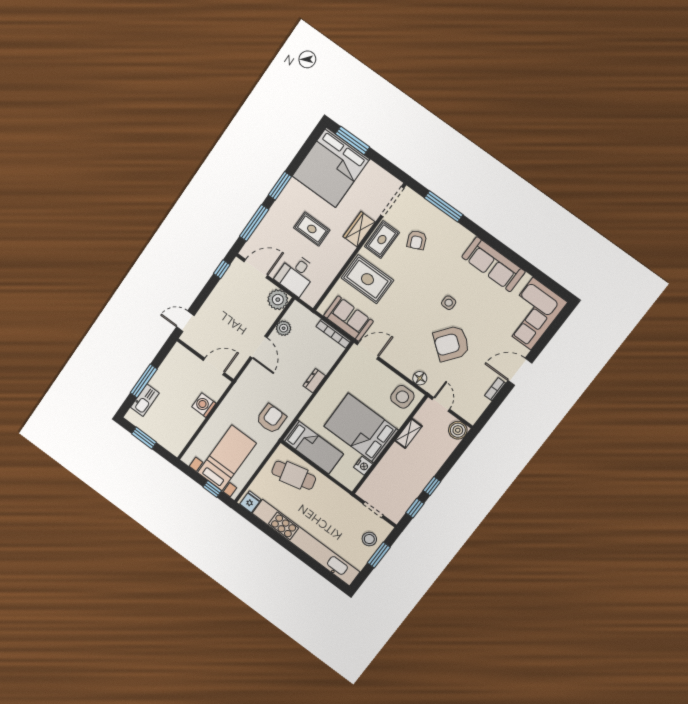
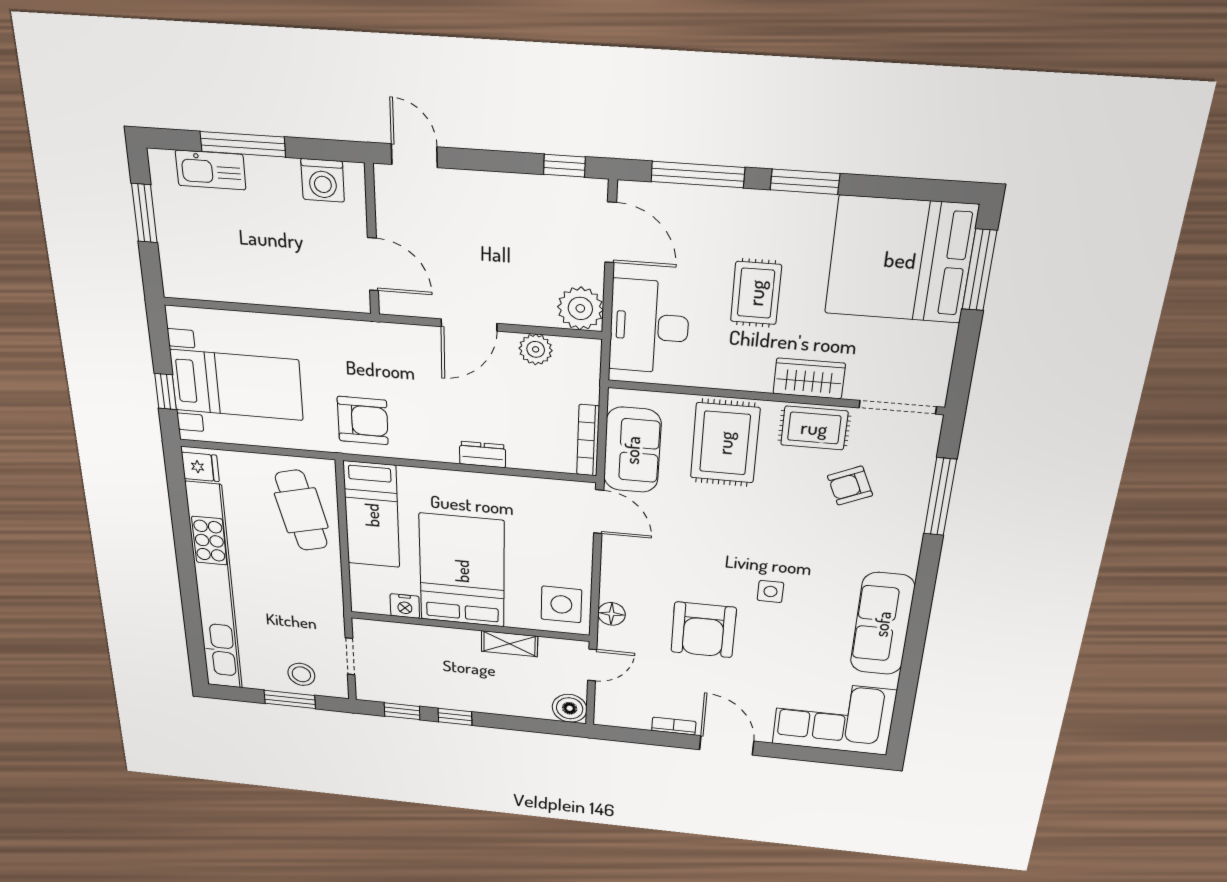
desk: (296, 275) -> (649, 327), width x1.37
armchair: (451, 343) -> (703, 630), turned -128
washing machine: (204, 405) -> (323, 180), moved, turned 180

